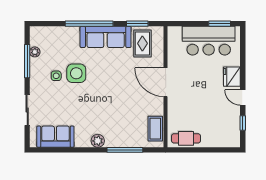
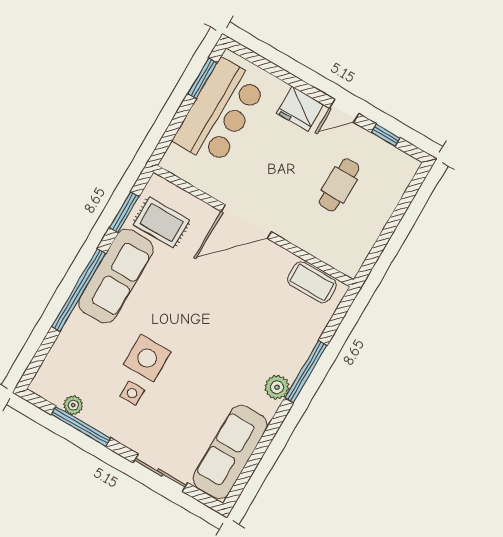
sofa: (55, 137) -> (230, 452), width x1.36
cafe table: (186, 138) -> (339, 185), moved
window: (125, 150) -> (306, 372), moved

